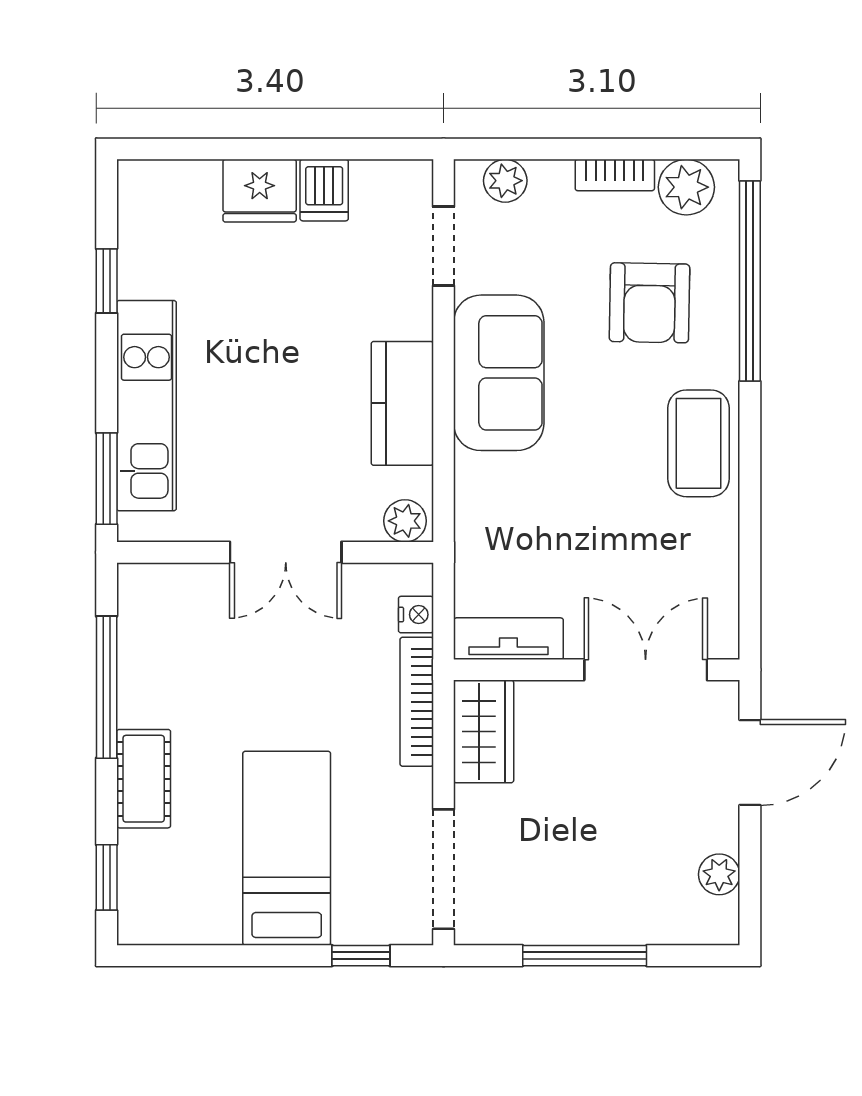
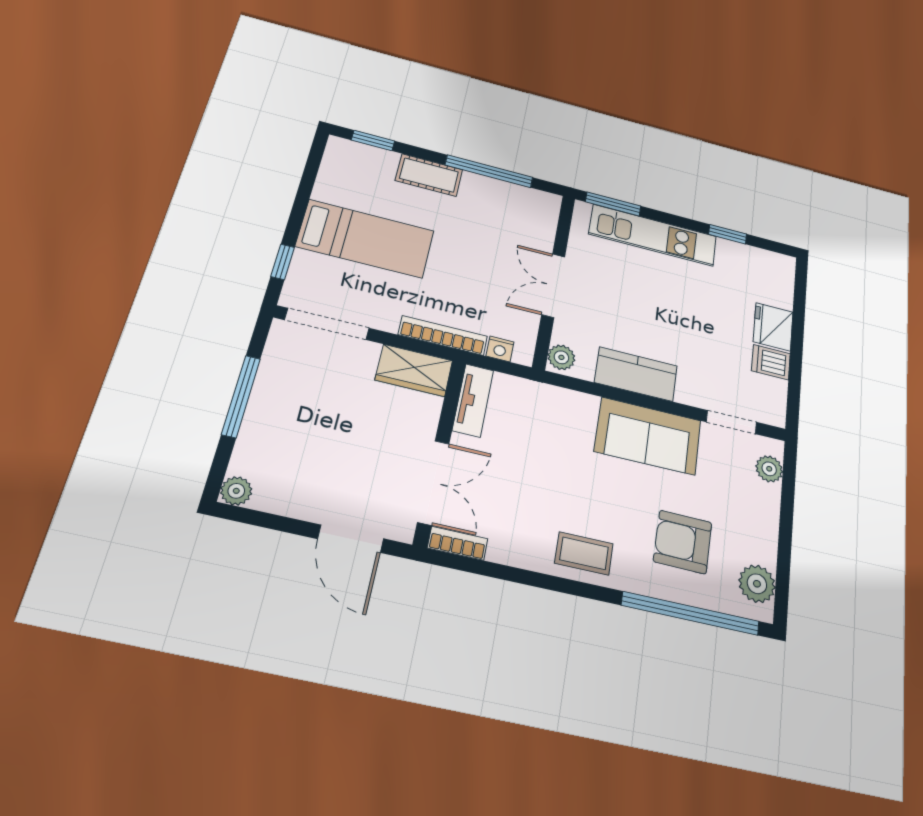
bookcase: (615, 175) -> (458, 543), moved, turned 90
coffee table: (698, 443) -> (584, 553), width x0.73, depth x0.77
plant: (719, 874) -> (236, 491), moved

